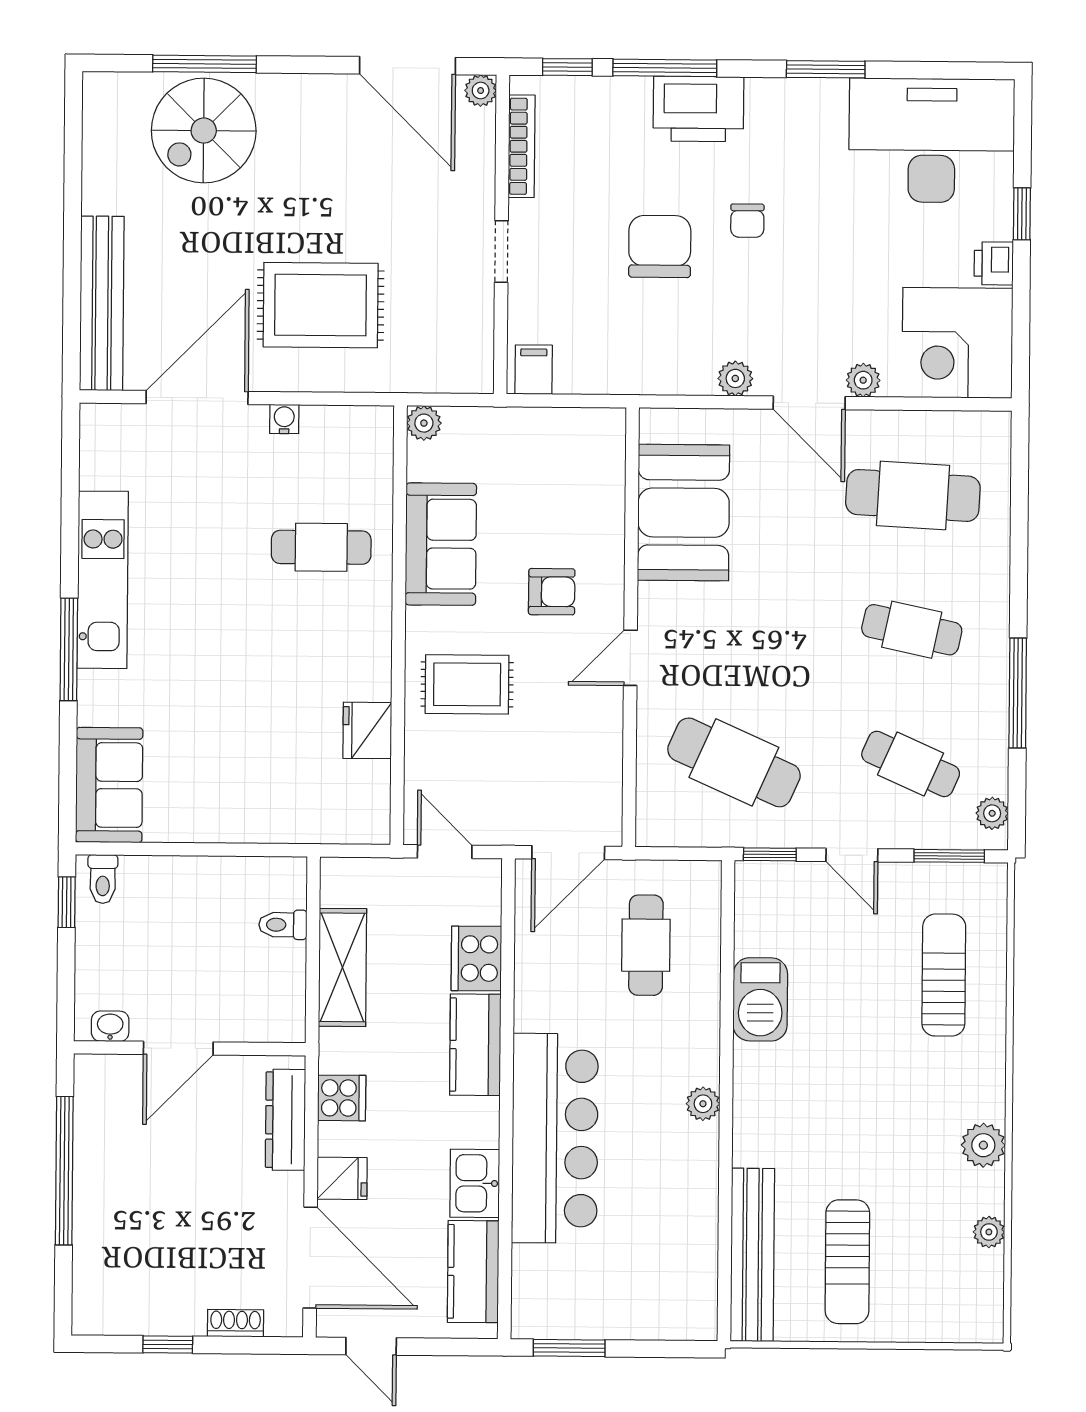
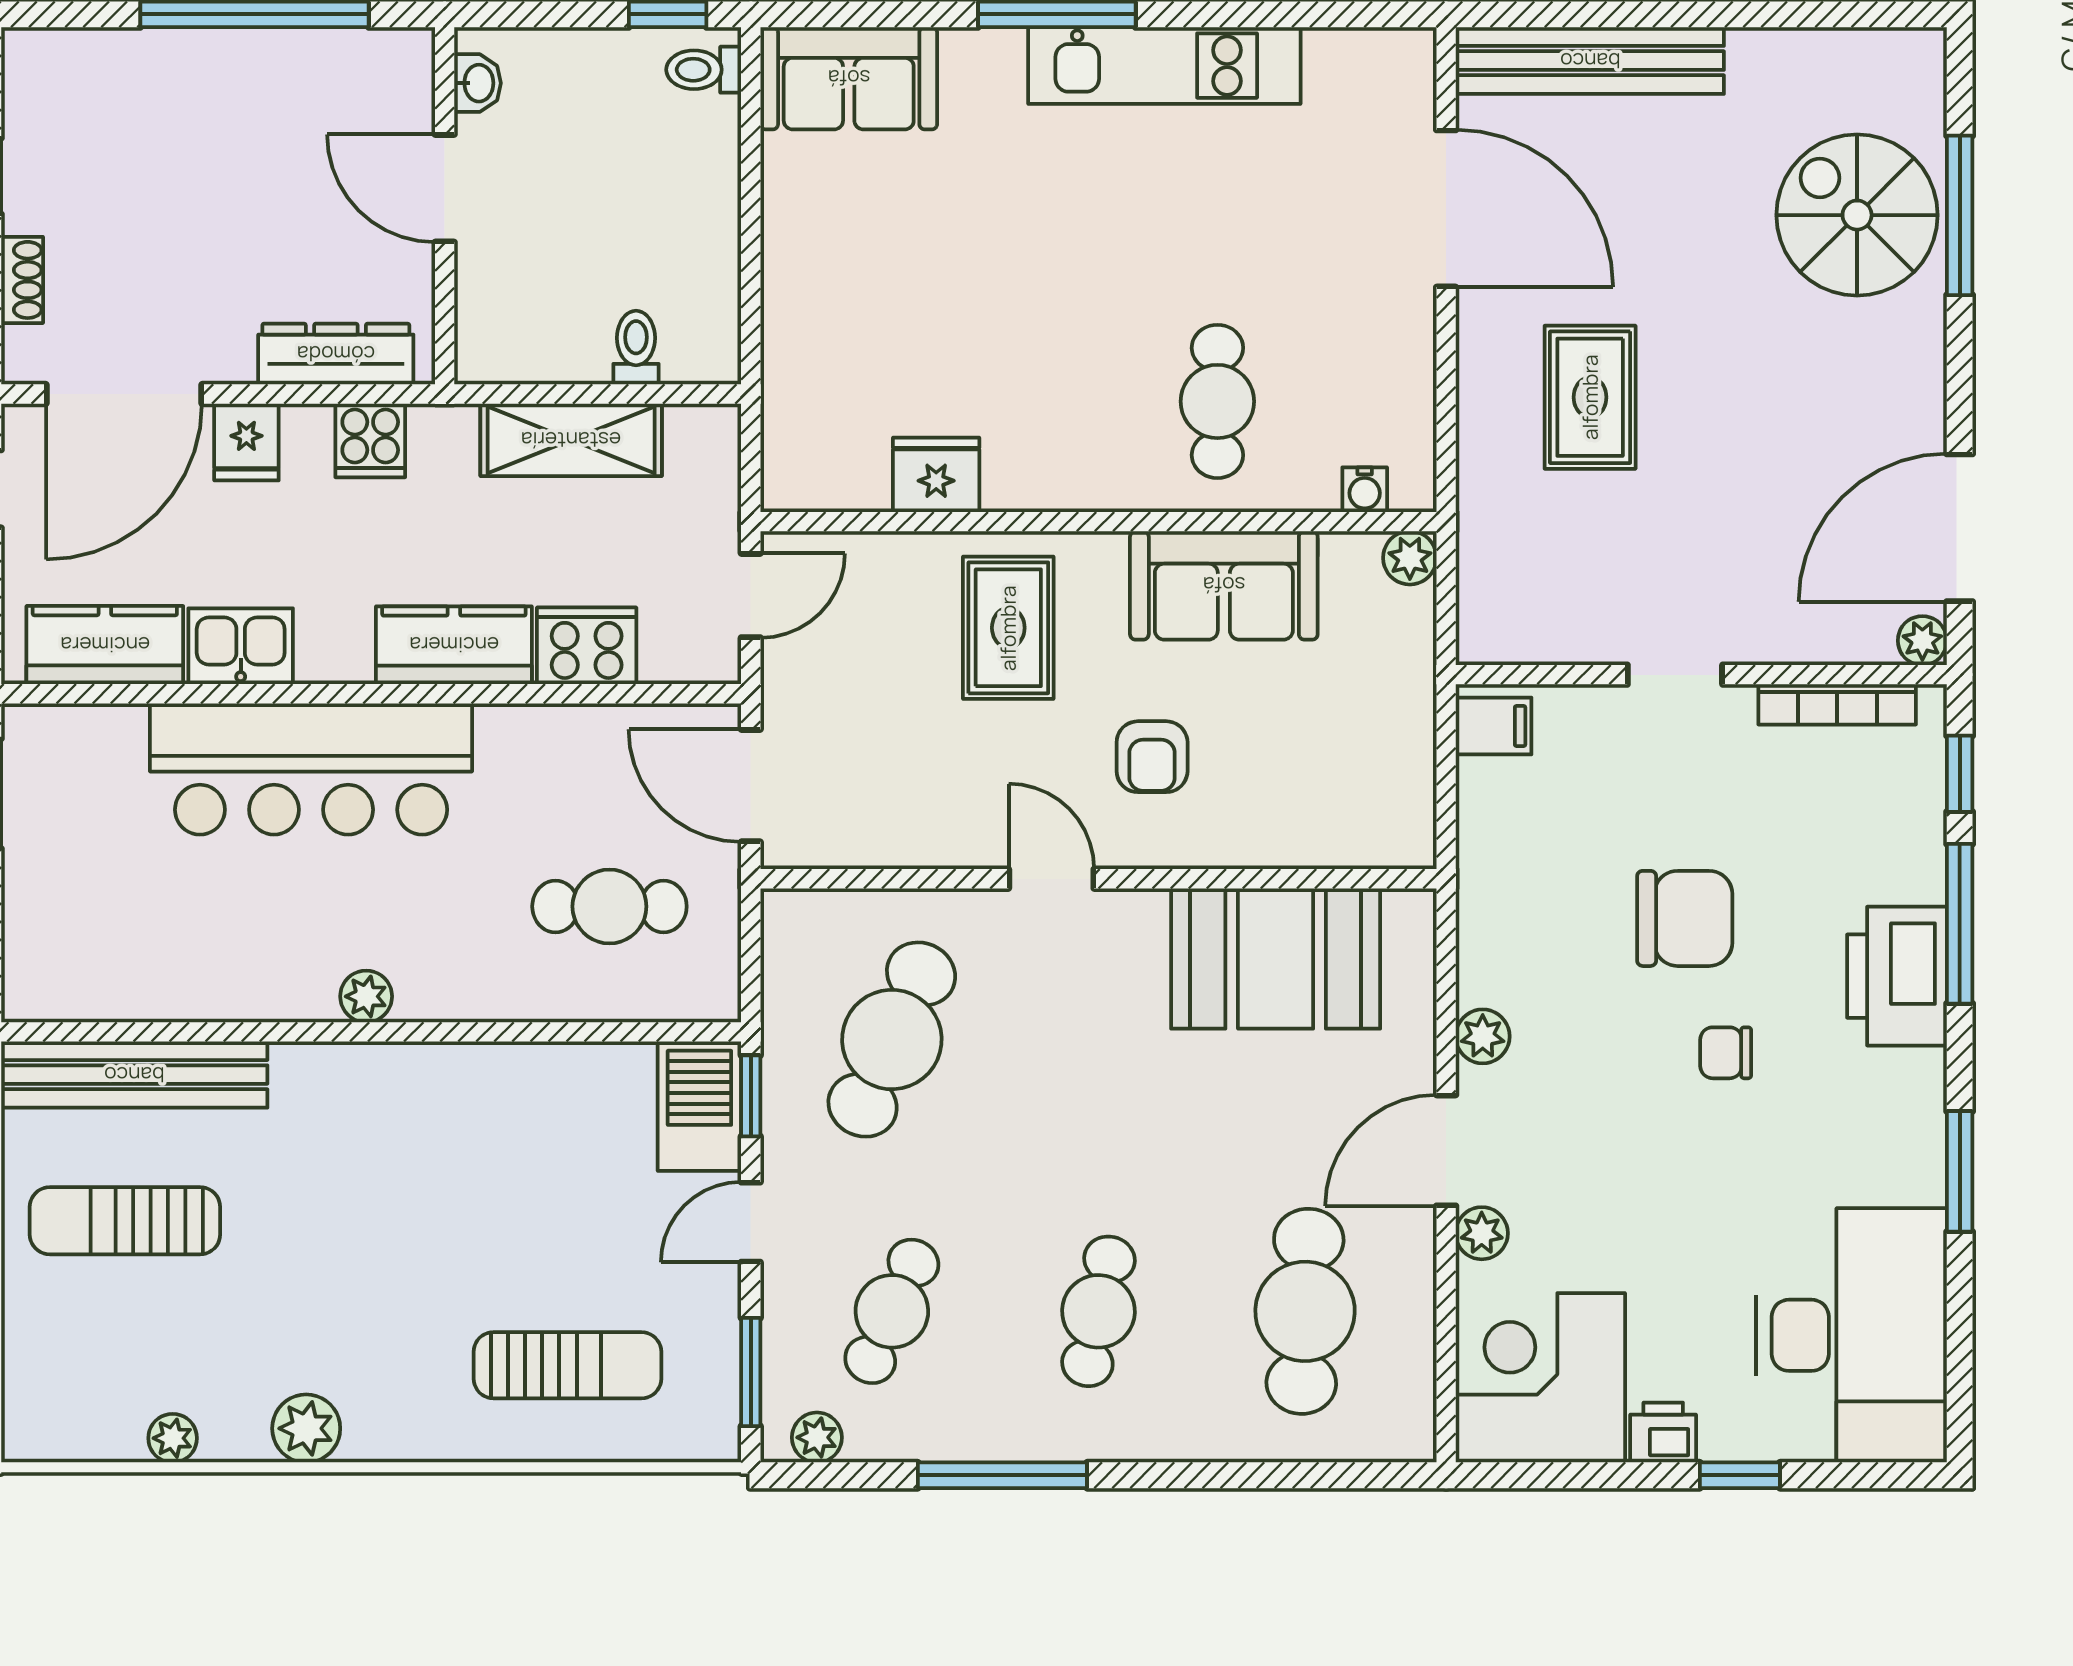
rug: (321, 305) -> (1590, 397), width x0.73, depth x0.70
water cooler: (284, 419) -> (1365, 490), moved, turned 90
barbecue: (760, 999) -> (699, 1107), moved, turned 90

